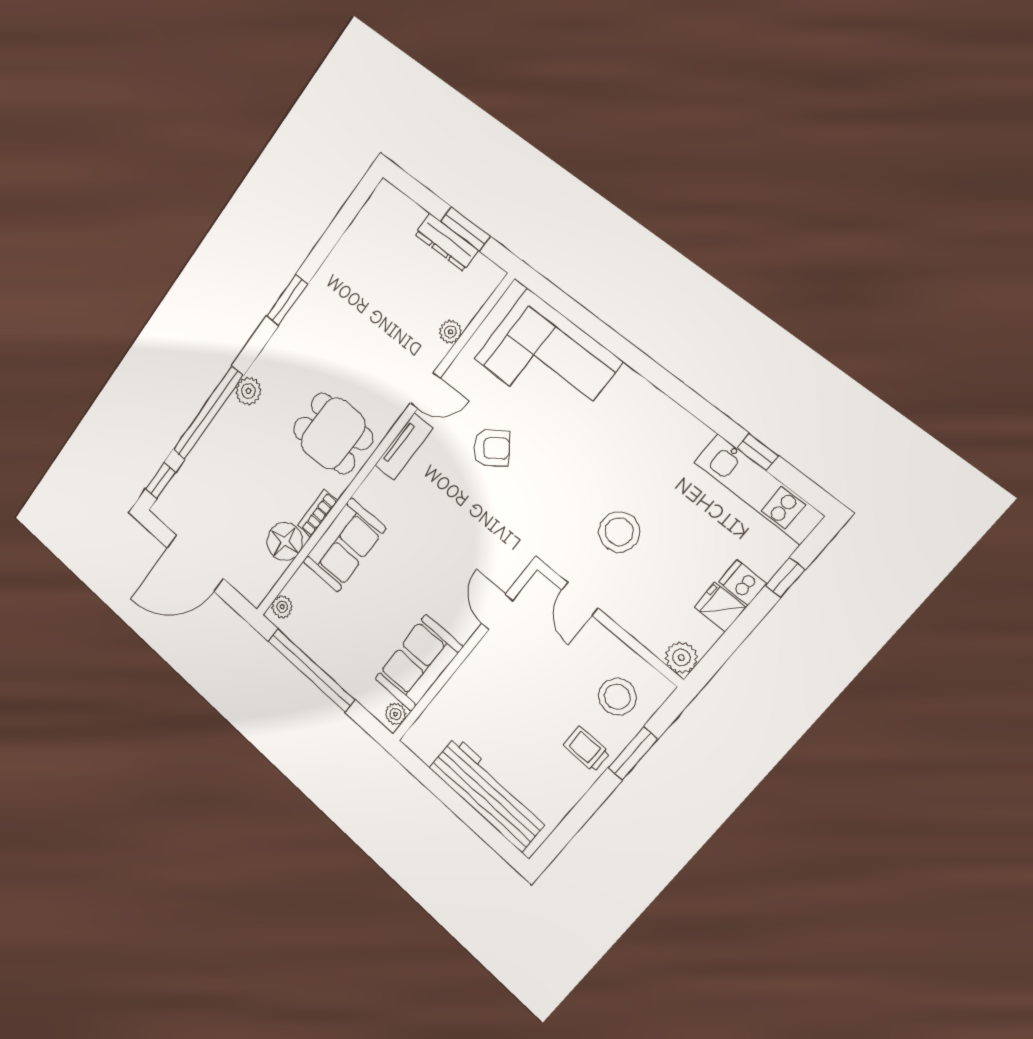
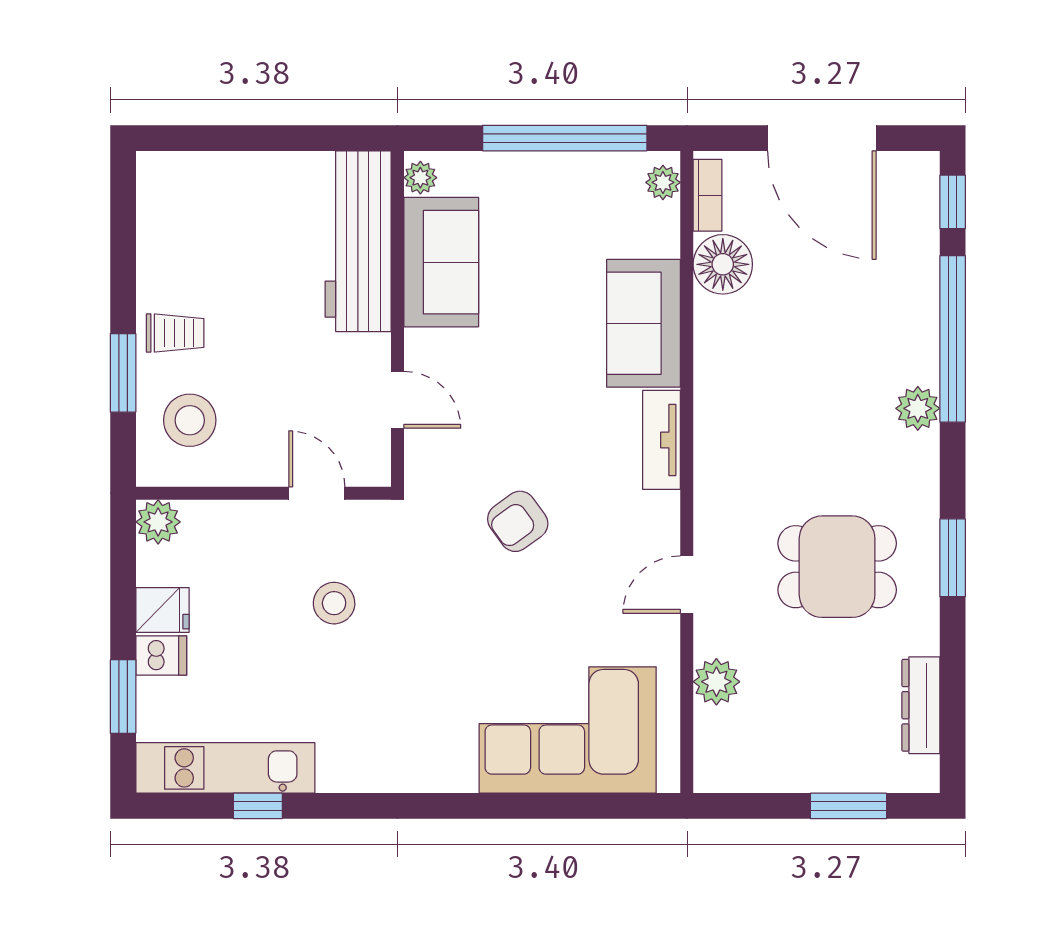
window: (465, 229) -> (848, 806), moved
dresser: (446, 242) -> (921, 705), moved, turned -90
plant: (450, 332) -> (716, 682), width x1.38, depth x1.38
dining table: (333, 433) -> (837, 567), moved
tv unit: (404, 447) -> (661, 440), moved
armchair: (492, 448) -> (518, 521), moved
bookcase: (318, 513) -> (707, 195), moved
stool: (619, 532) -> (334, 603), width x0.73, depth x0.73
door: (195, 563) -> (822, 138), swing flipped
window: (785, 578) -> (123, 697), width x1.50
workbench: (488, 793) -> (358, 241), moved, turned 90

